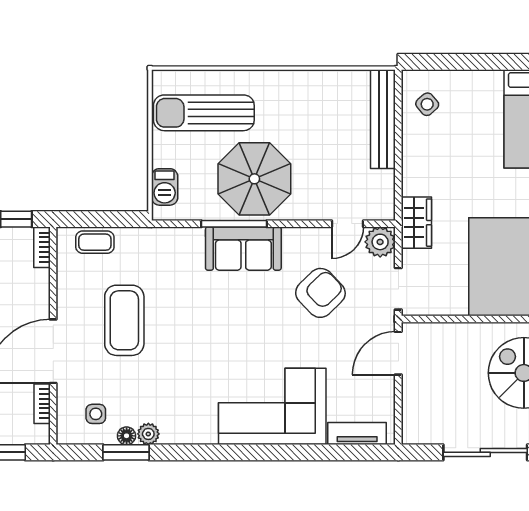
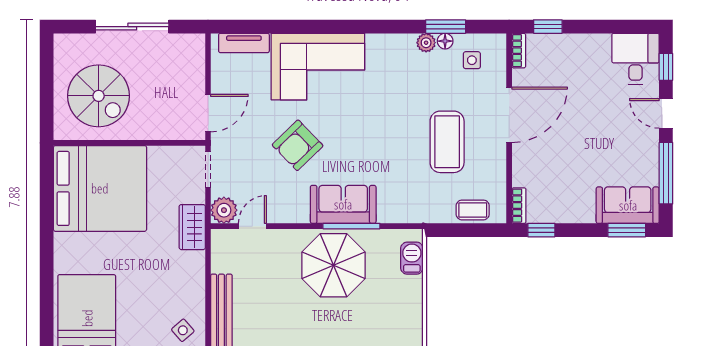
sun lounger: (204, 113) -> (378, 323), removed
armchair: (320, 293) -> (298, 145), moved
bookcase: (42, 404) -> (519, 51), moved

